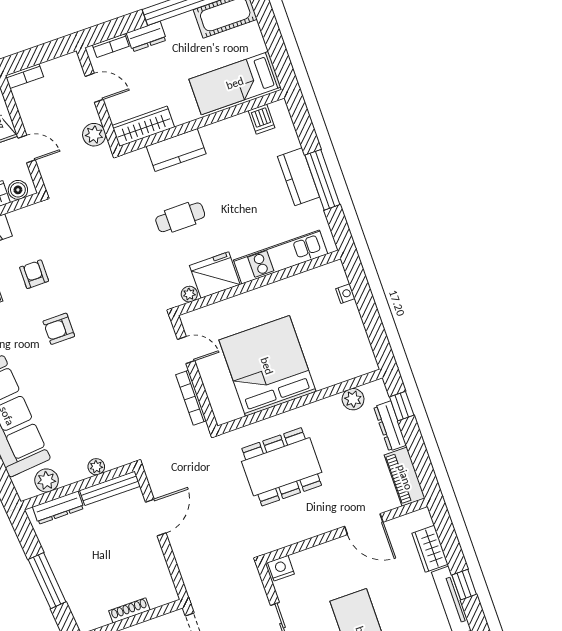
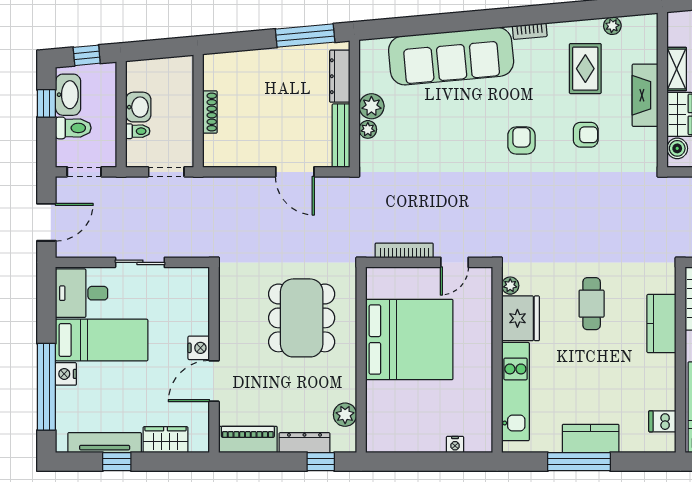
plant: (47, 480) -> (371, 106), moved
nightstand: (281, 568) -> (199, 348), moved
window: (47, 581) -> (305, 36), moved

